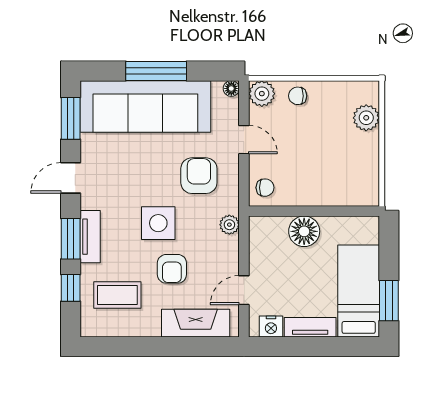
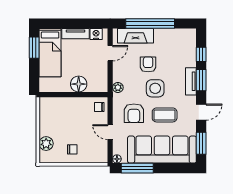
window: (156, 71) -> (137, 168), moved
plant: (262, 94) -> (101, 156), removed
chair: (298, 96) -> (72, 149), moved
coffee table: (117, 295) -> (165, 115), moved
window: (168, 347) -> (150, 24), added

